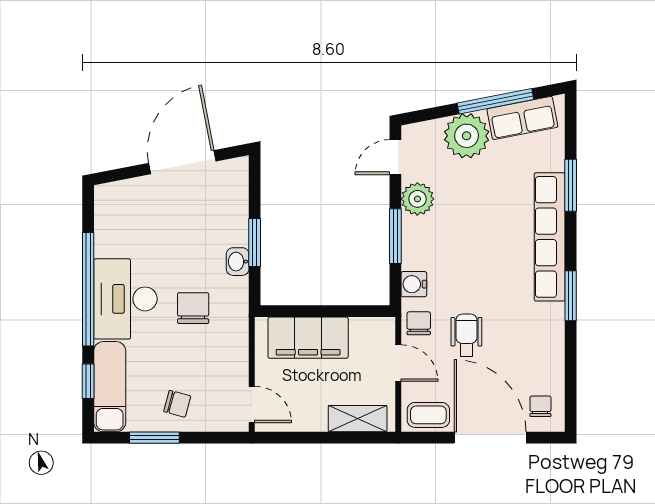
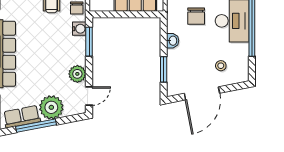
stool: (147, 214) -> (221, 66), added
window: (395, 236) -> (89, 42), moved
window: (255, 243) -> (164, 69), moved

